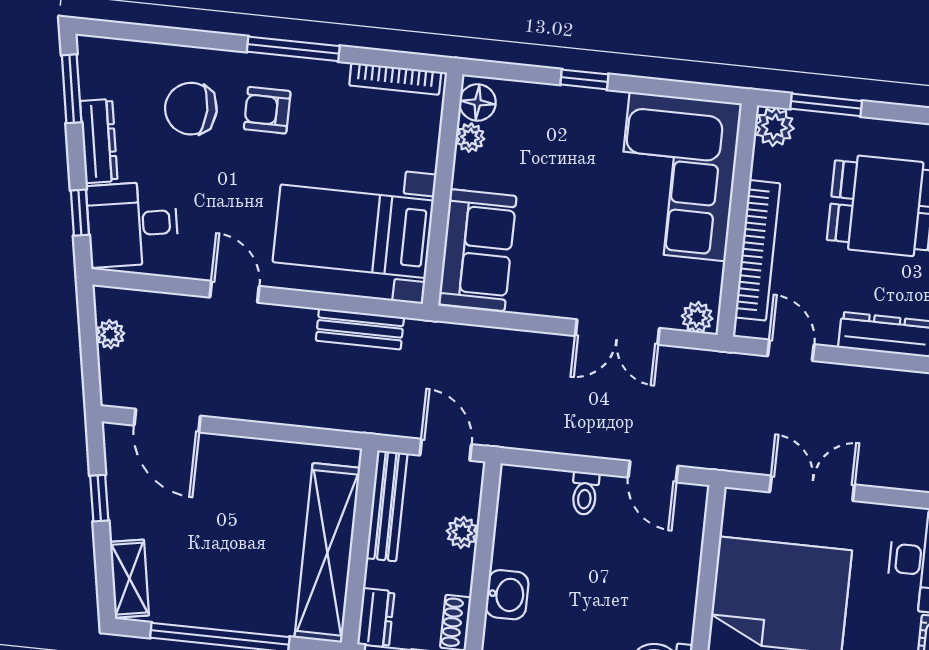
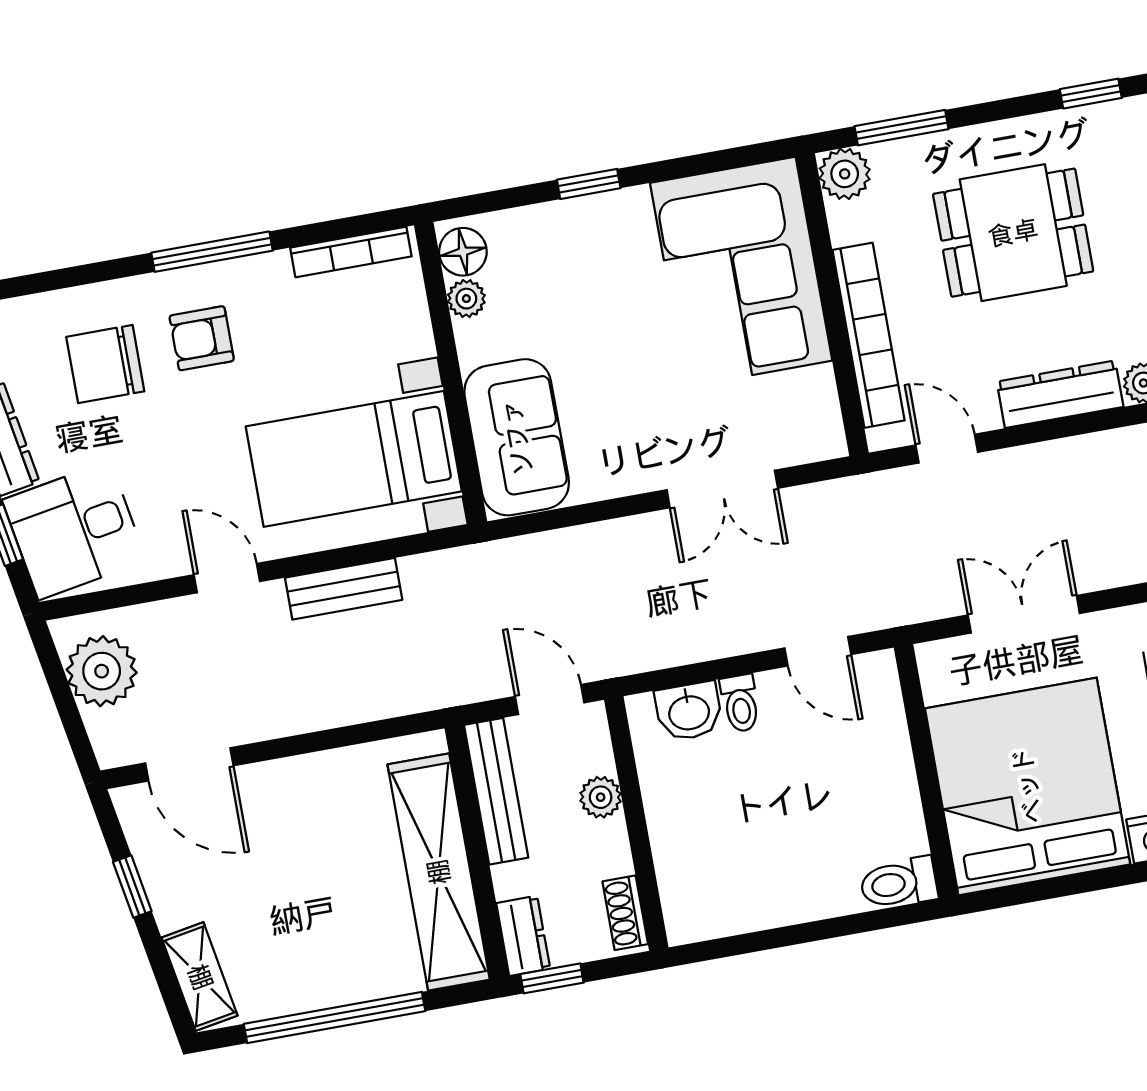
plant: (697, 317) -> (817, 441), removed
bench: (360, 329) -> (344, 589), moved
plant: (110, 334) -> (102, 671), width x1.88, depth x1.88
washbasin: (507, 595) -> (689, 711), moved, turned 90

